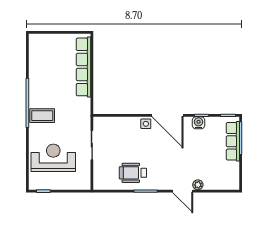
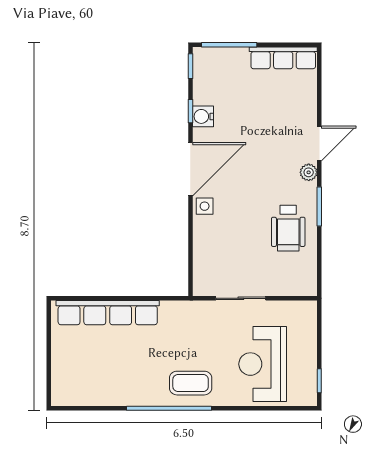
coffee table: (42, 116) -> (191, 383), turned 90
row of seats: (233, 141) -> (283, 58), moved
plant: (198, 185) -> (309, 172), moved

